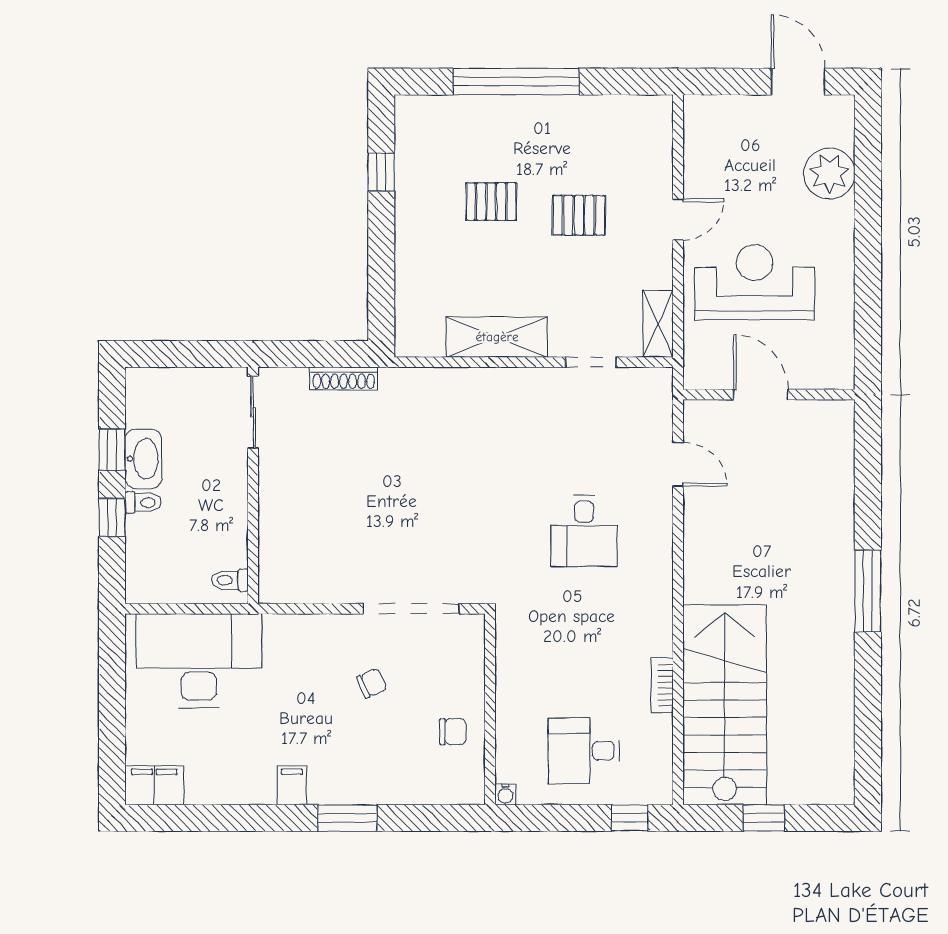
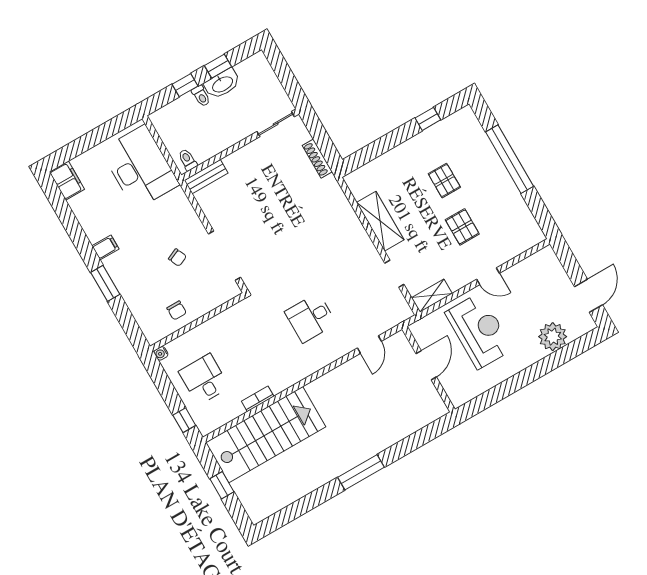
bench: (272, 567) -> (206, 177), added

